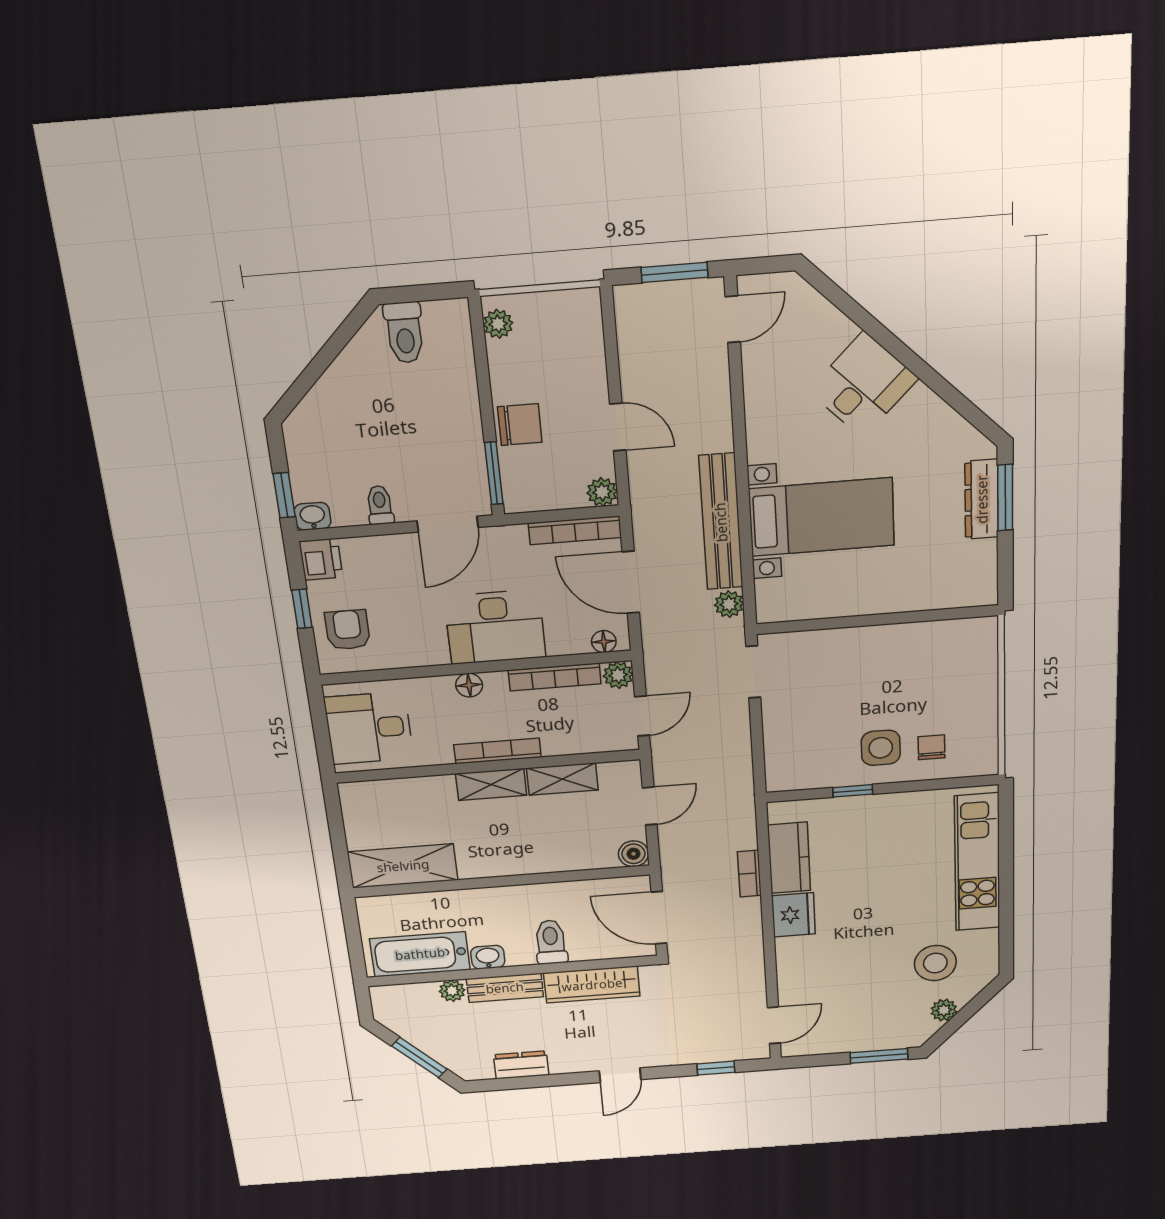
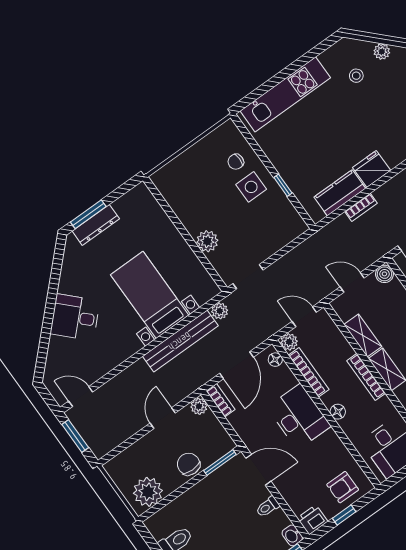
plant: (498, 324) -> (148, 492), width x1.88, depth x1.88
bookcase: (575, 530) -> (221, 400), width x0.64
plant: (845, 645) -> (207, 241), added
stool: (935, 963) -> (356, 76), width x0.53, depth x0.53

